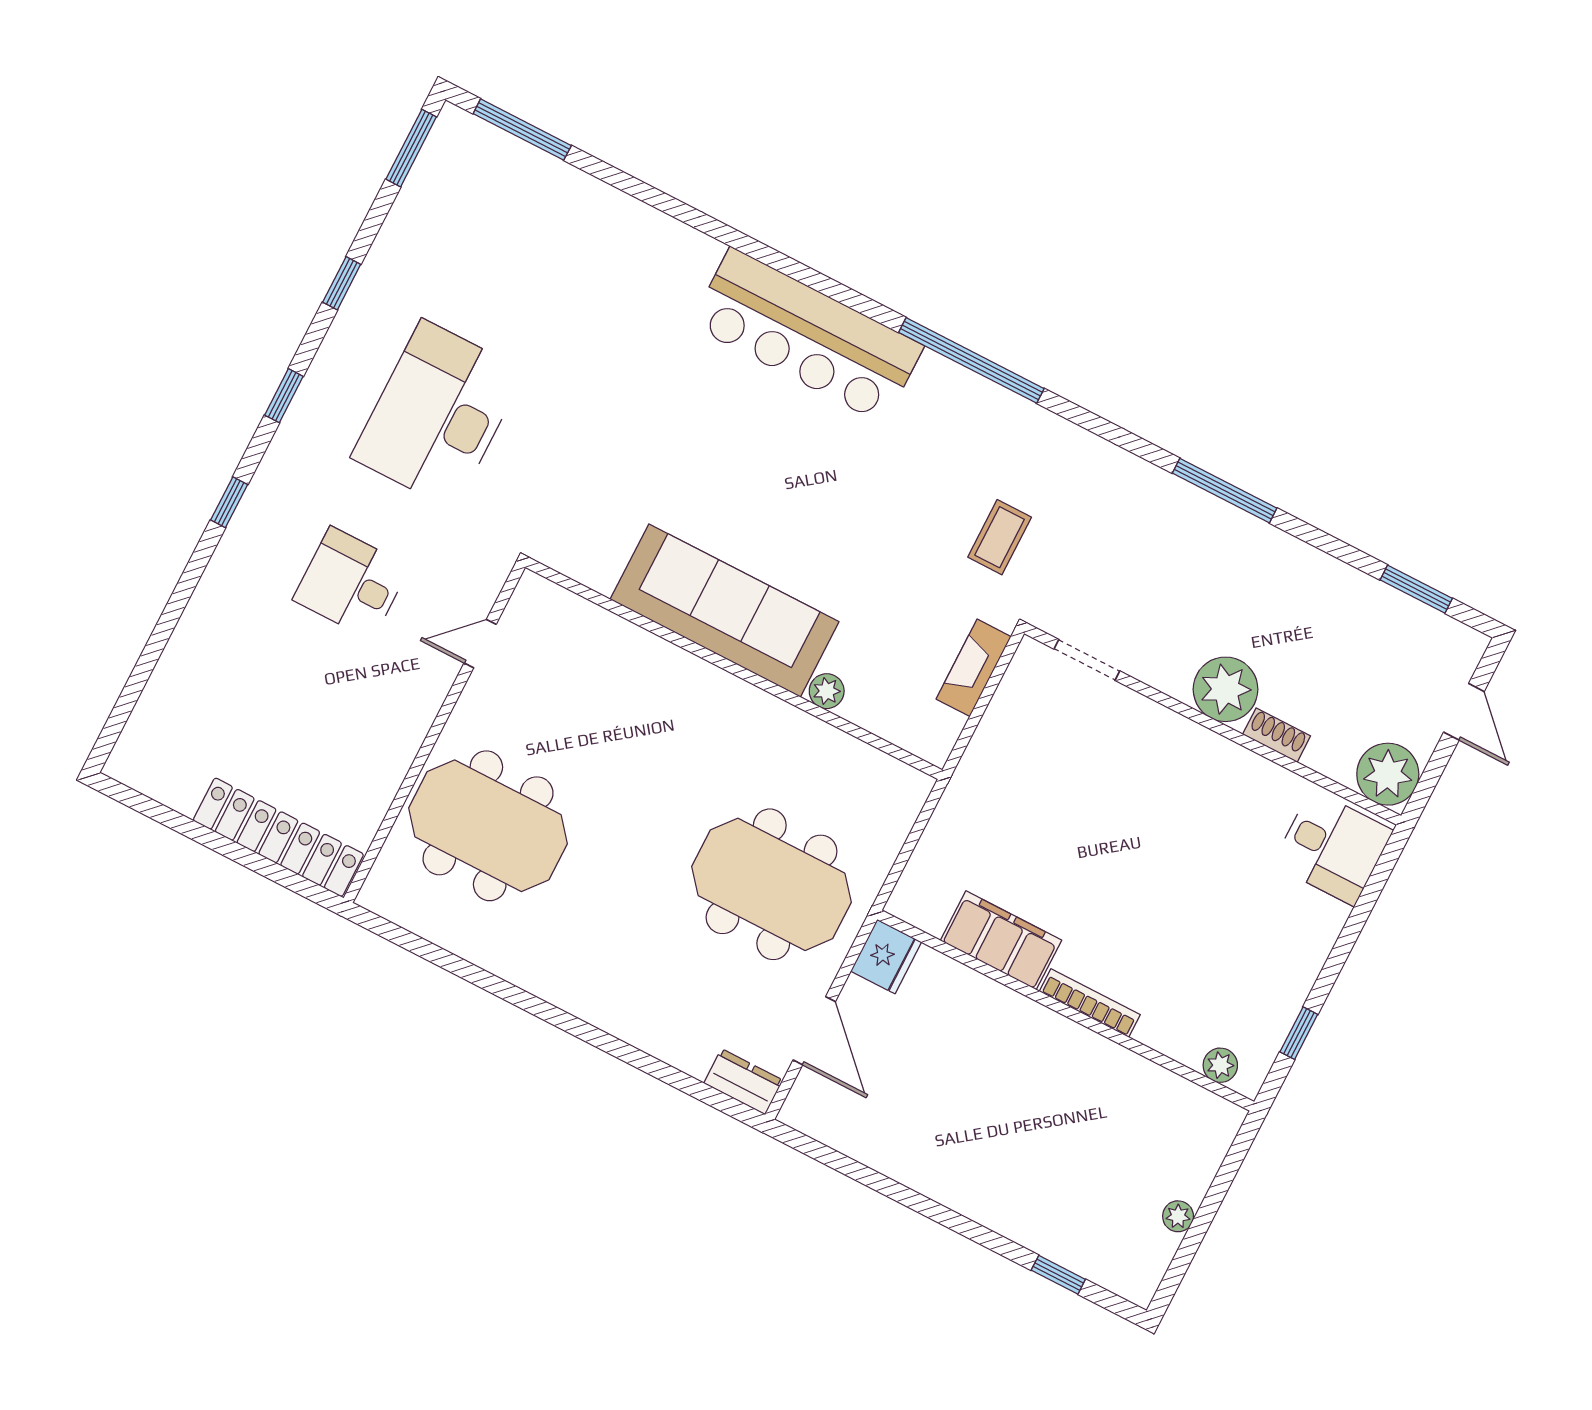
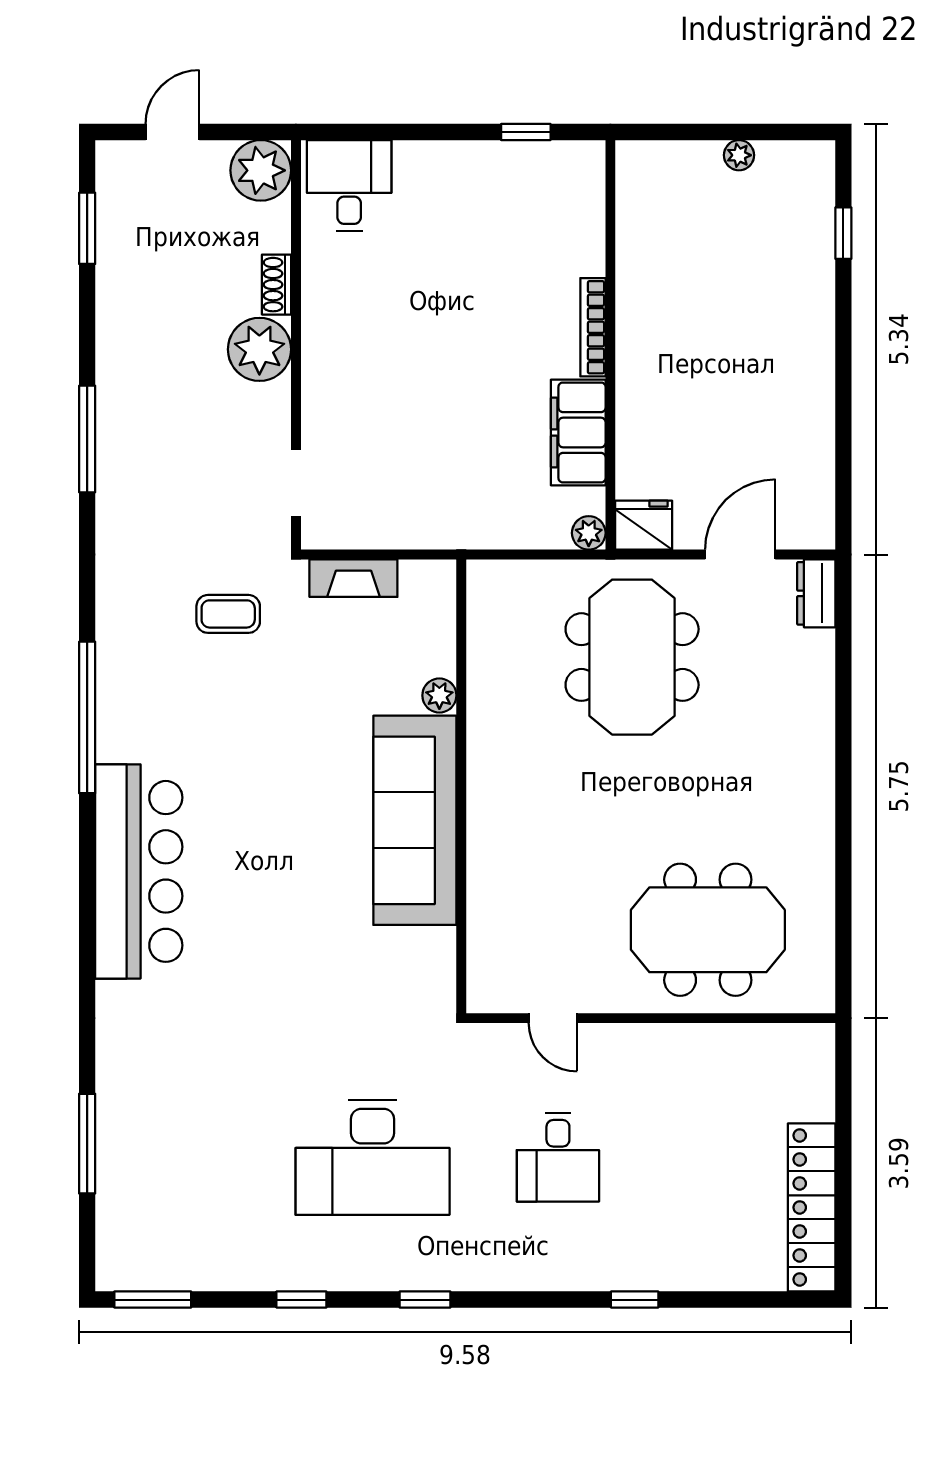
window: (522, 130) -> (87, 1144), moved
window: (229, 502) -> (635, 1300), moved
meeting table: (488, 826) -> (708, 930), turned 90
locker: (278, 837) -> (812, 1207), moved
plant: (1220, 1065) -> (589, 533), moved

